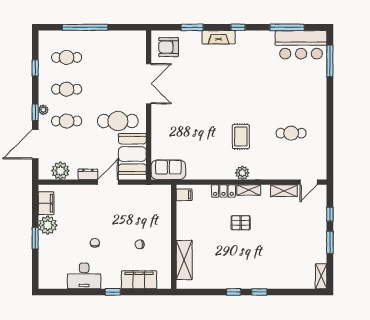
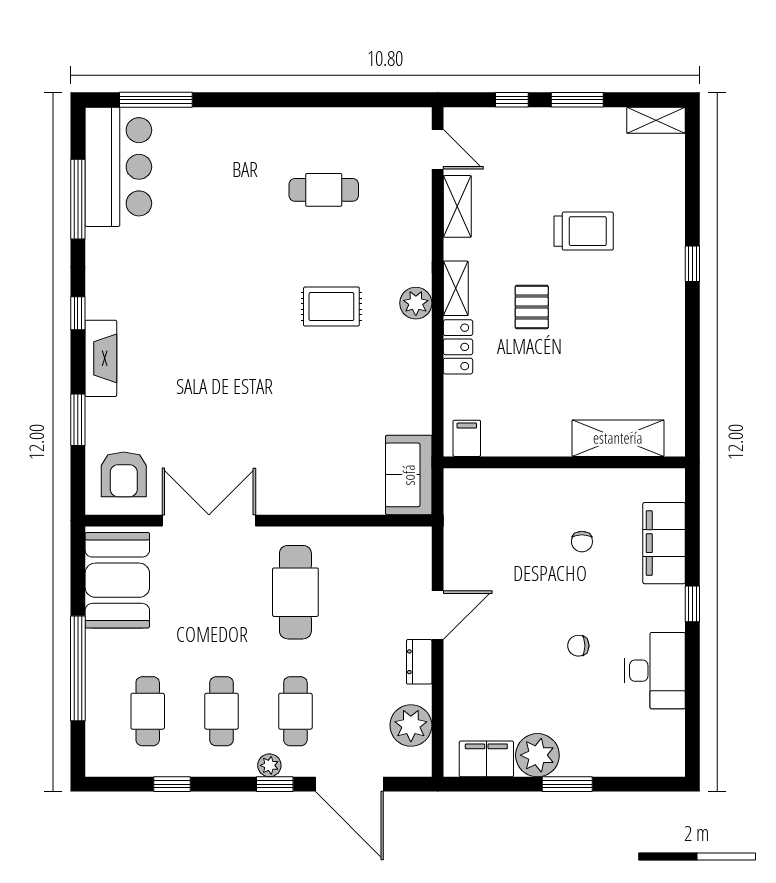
cafe table: (291, 133) -> (324, 190), turned 90
booth: (132, 154) -> (117, 580), moved, turned 90
door: (108, 182) -> (438, 615), swing flipped
trolley: (273, 245) -> (584, 231), added
window: (234, 292) -> (692, 324), removed

